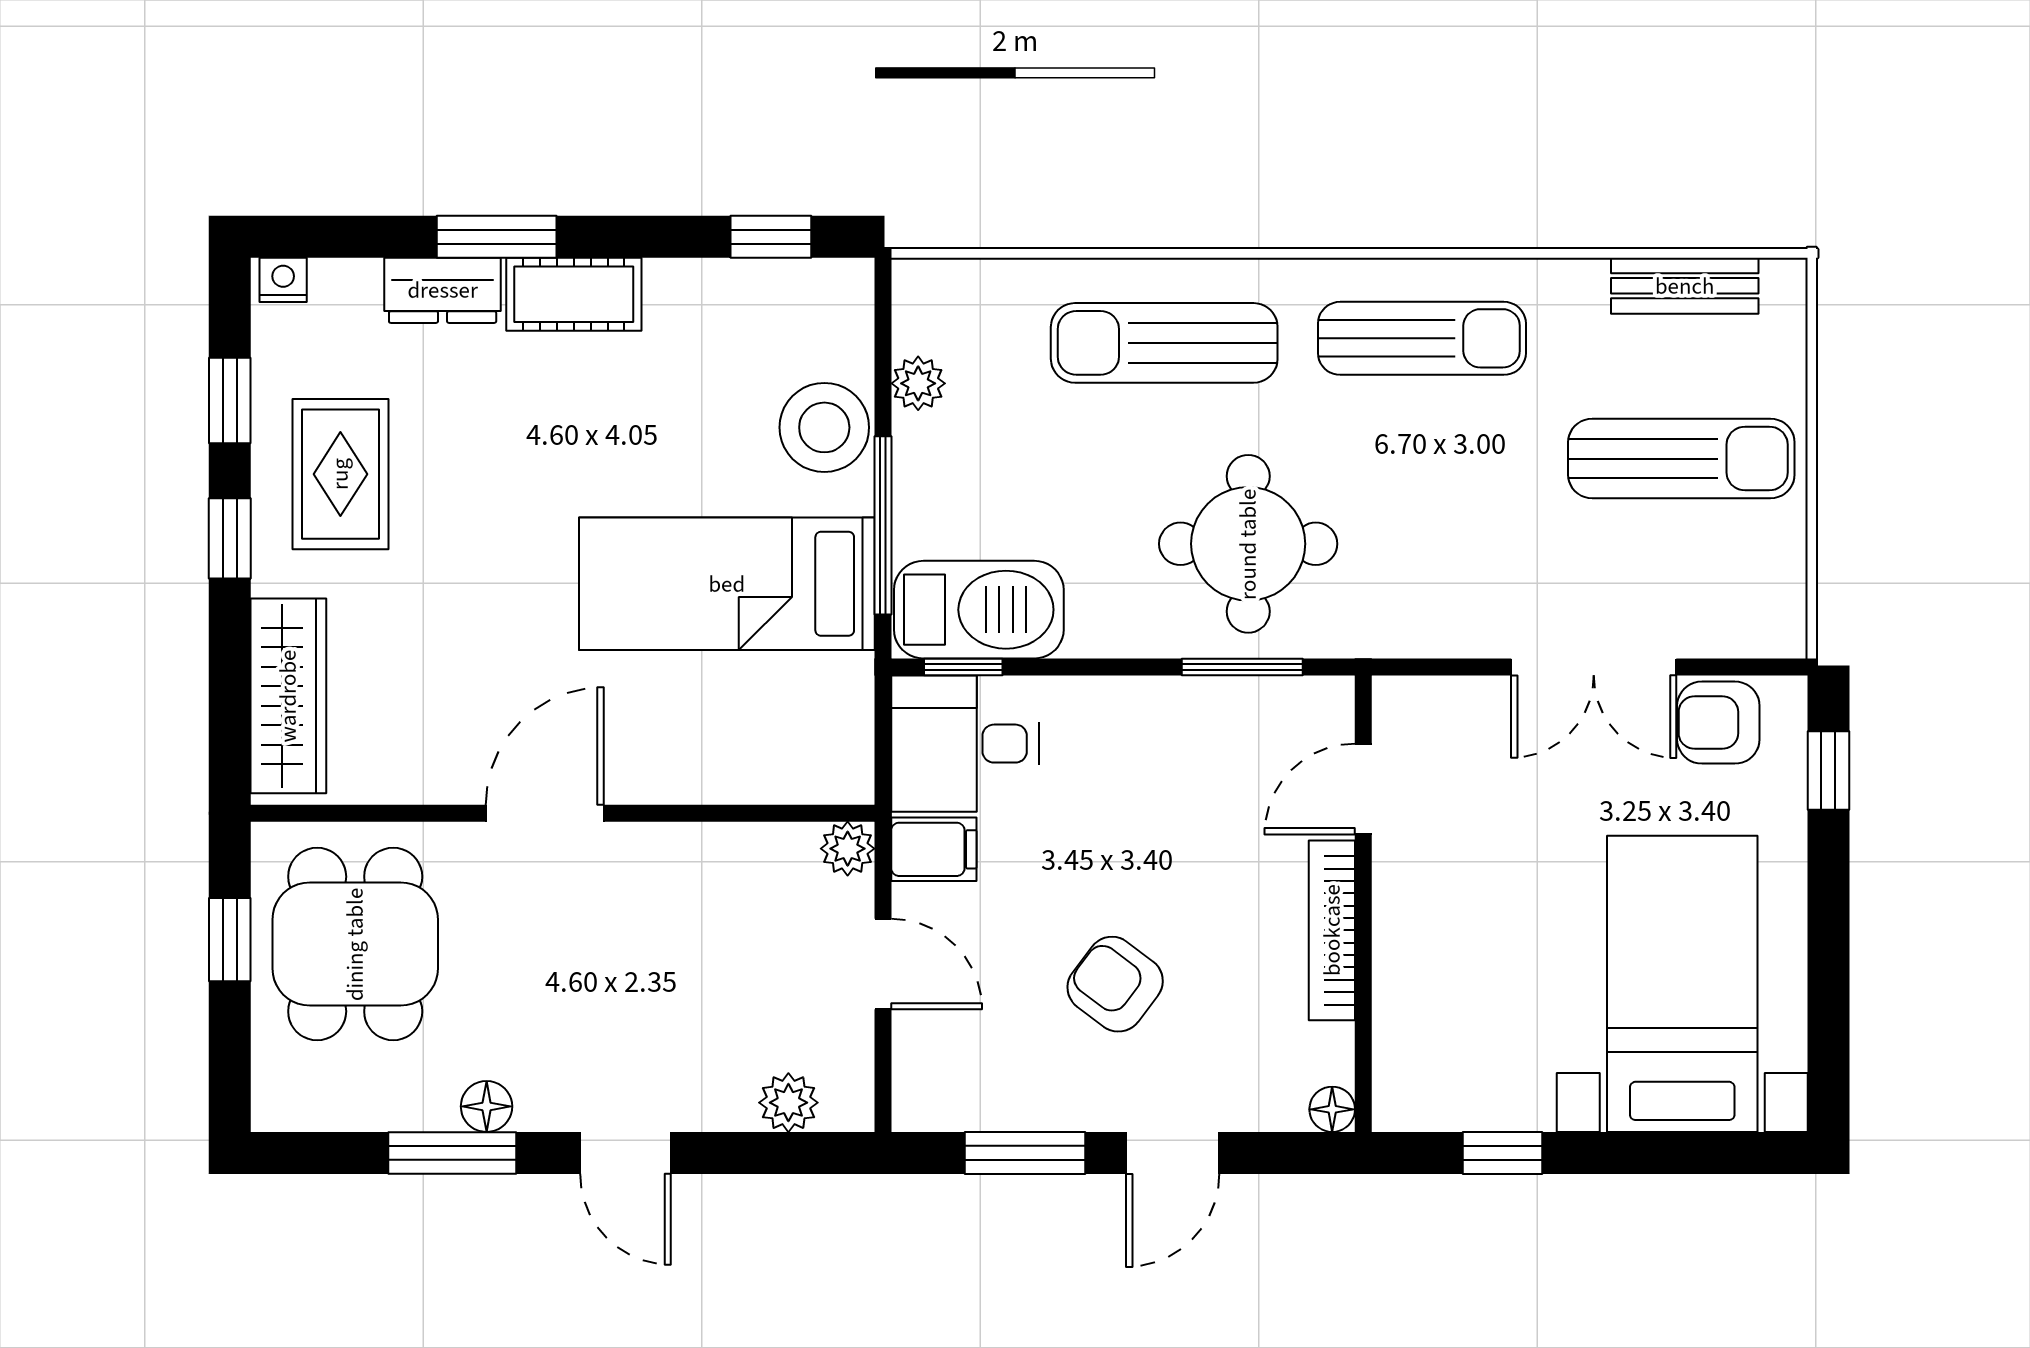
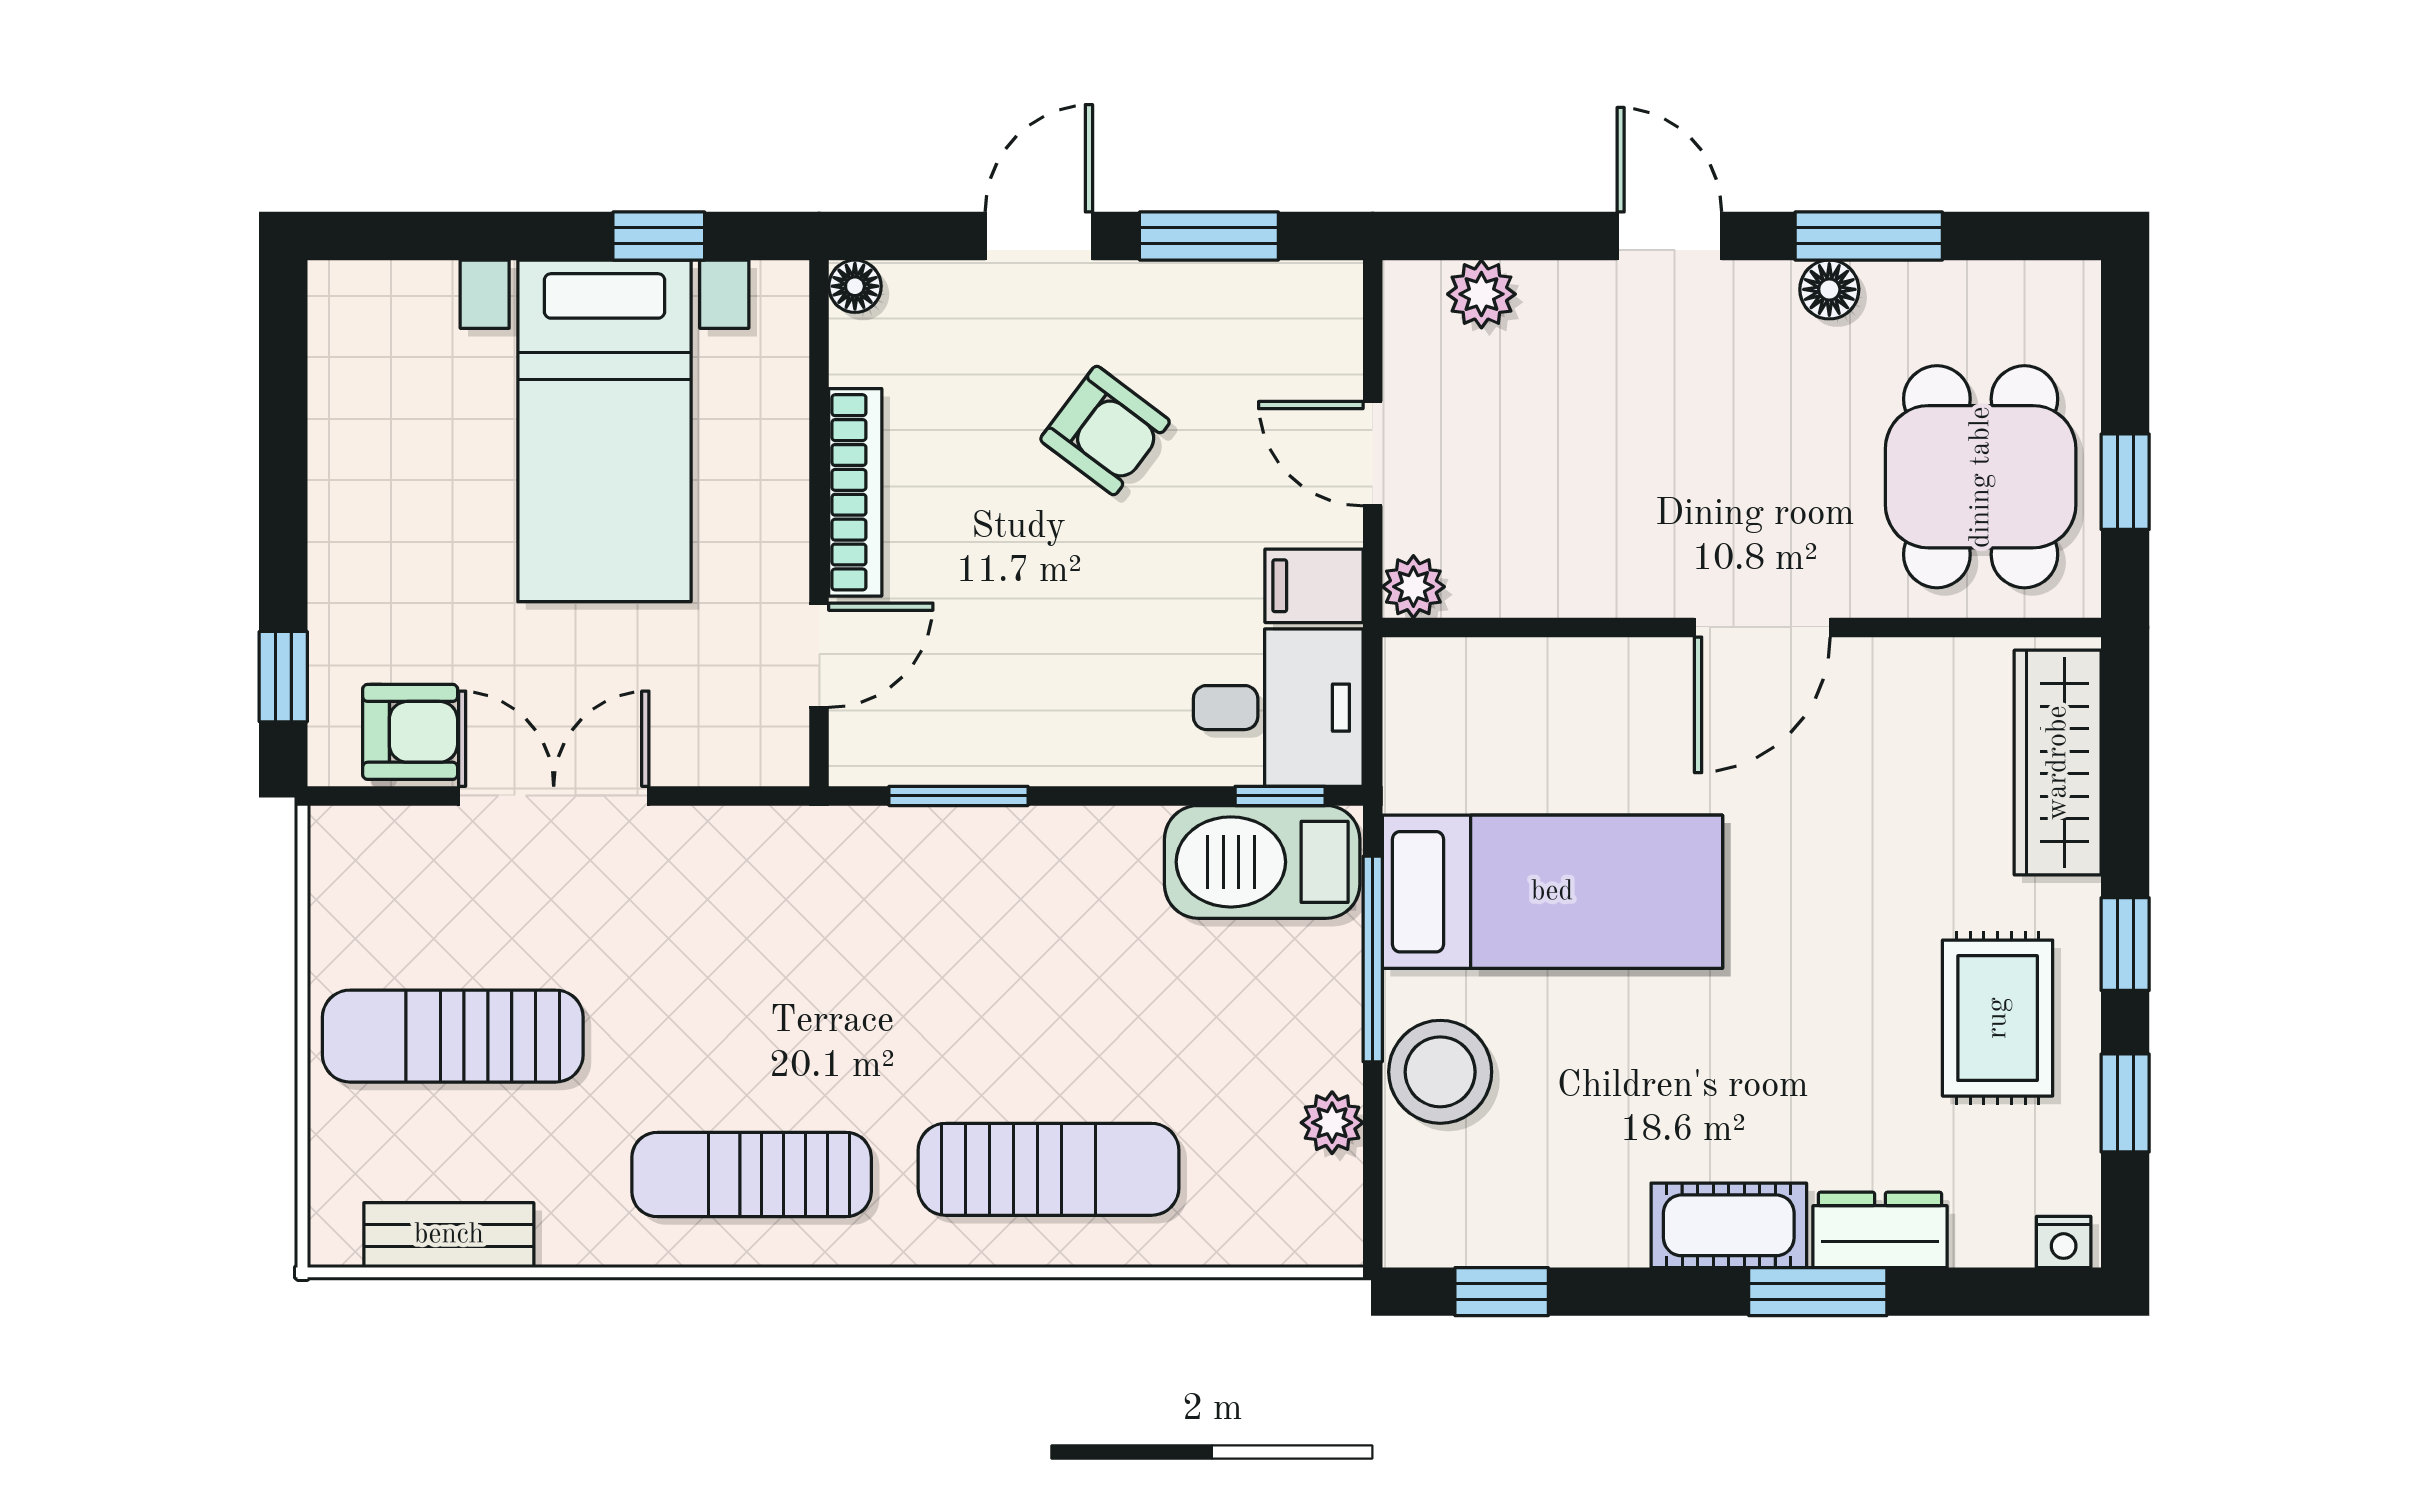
round table: (1248, 544) -> (952, 938), removed
bed with nightstands: (1682, 984) -> (604, 431), moved

